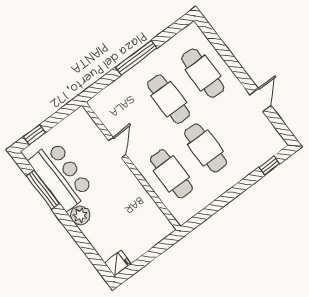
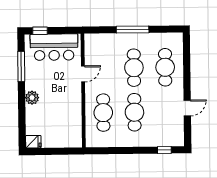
bar counter: (61, 176) -> (54, 47), moved, turned 90

